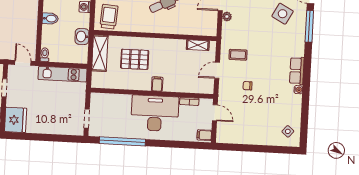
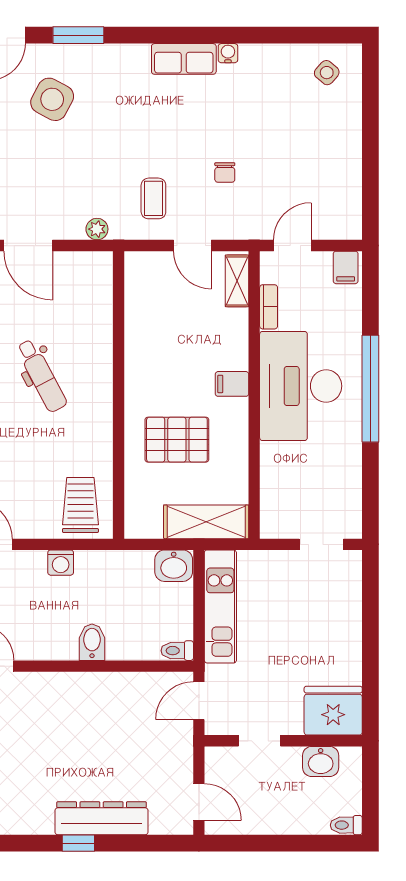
trolley: (109, 17) -> (80, 505), turned 86
plant: (227, 17) -> (97, 229), moved
window: (309, 26) -> (78, 35), width x0.69
washbasin: (82, 37) -> (174, 566), moved
shelving: (198, 45) -> (237, 281), moved
shelving: (100, 53) -> (206, 522), moved
pallet: (135, 59) -> (177, 440), turned 90
window: (122, 141) -> (370, 389), moved

